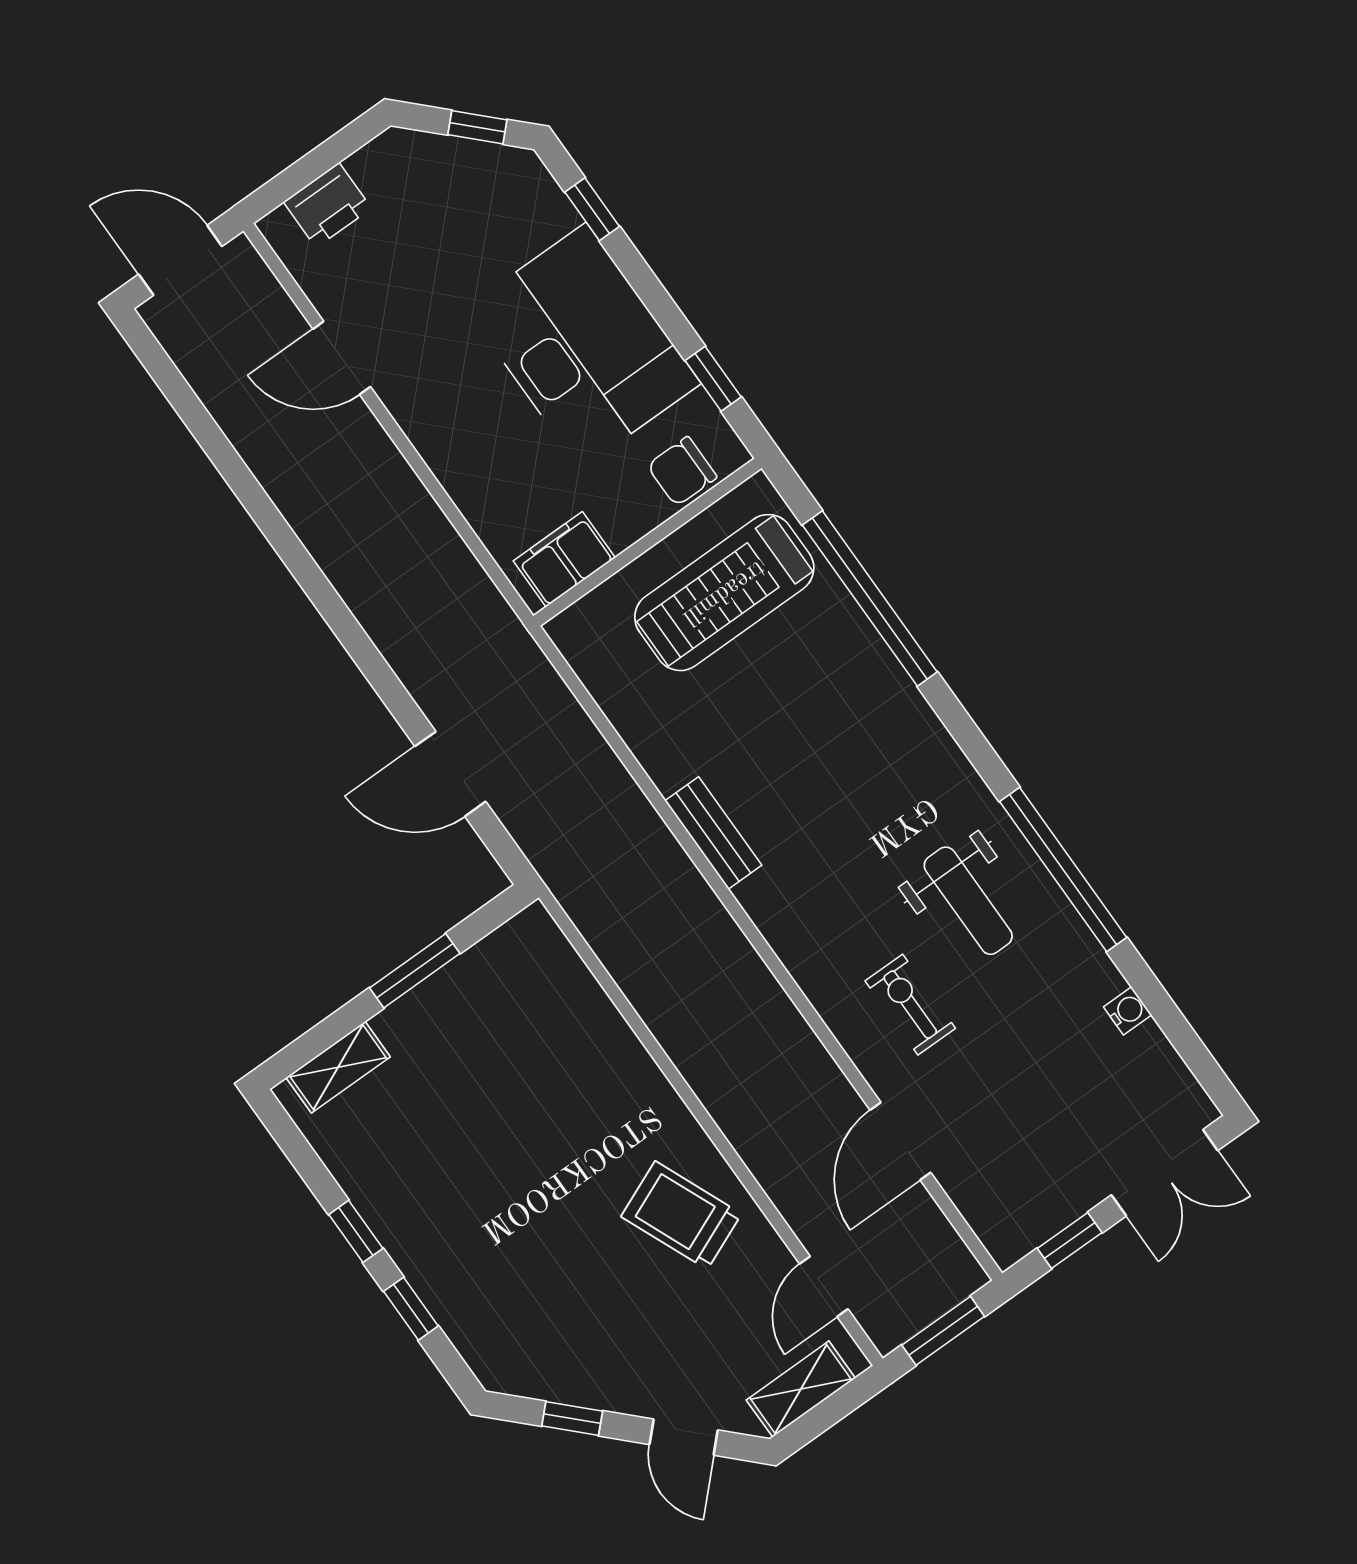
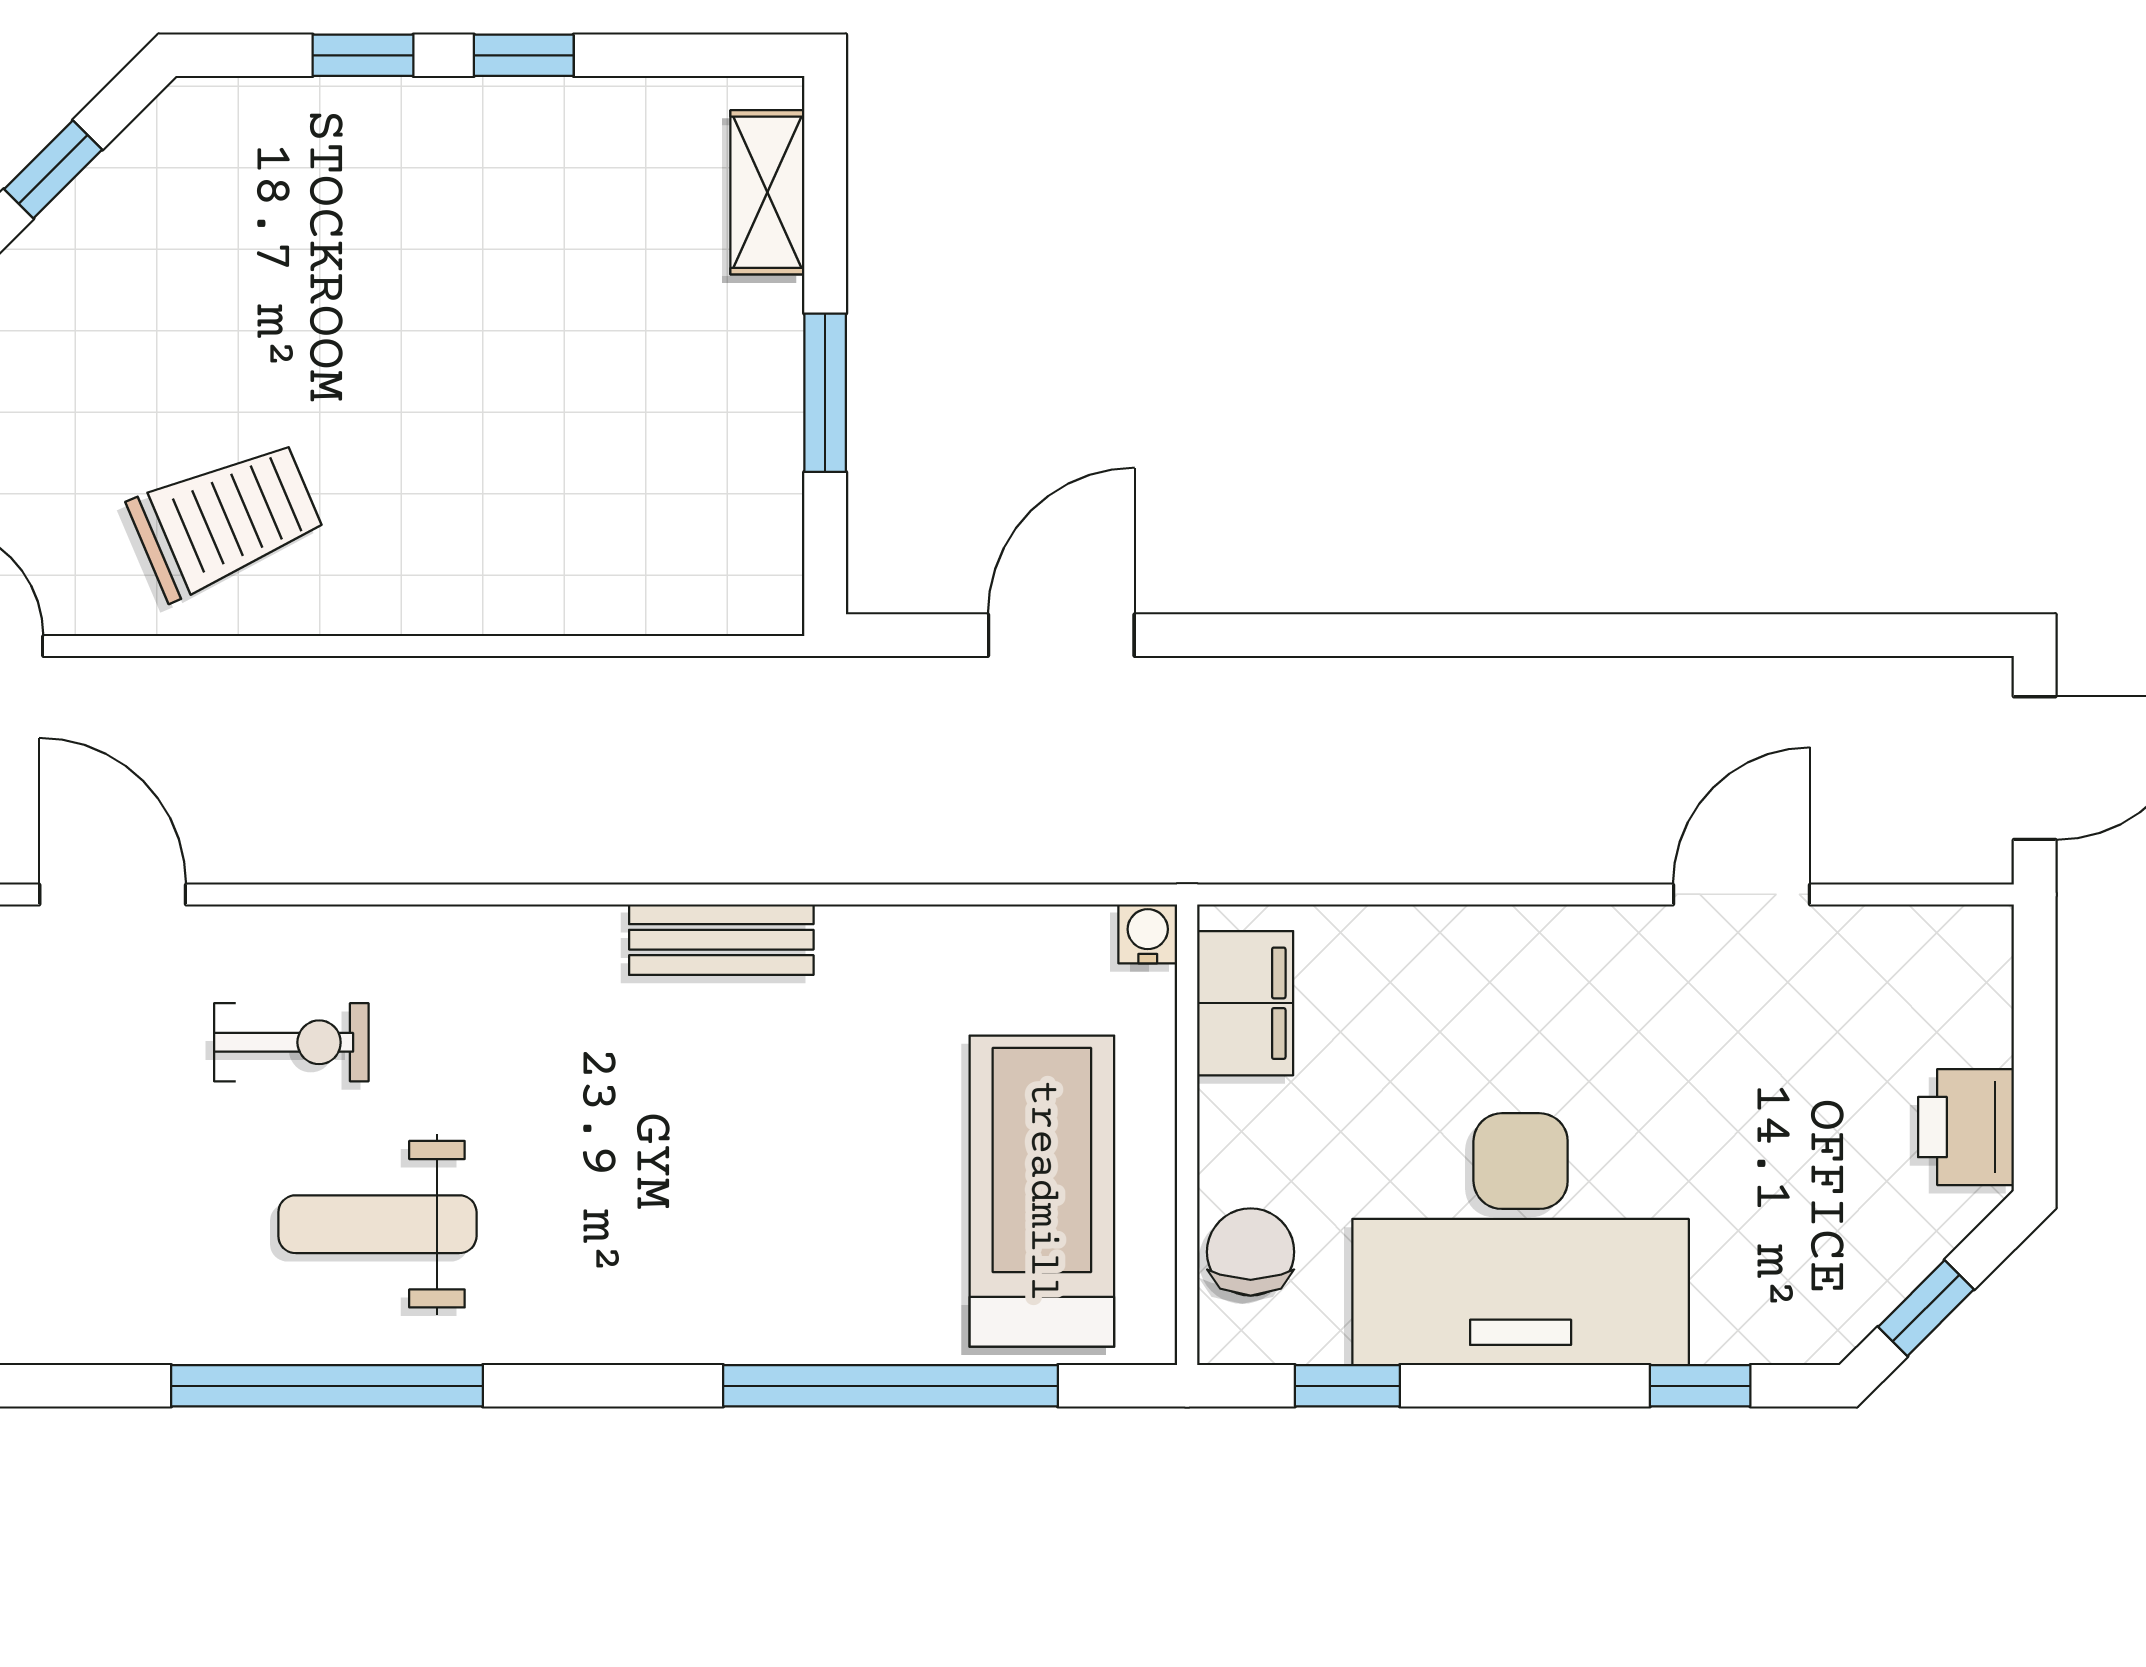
printer: (328, 205) -> (1966, 1127), moved
water cooler: (1128, 1011) -> (1148, 934), moved, turned 180

